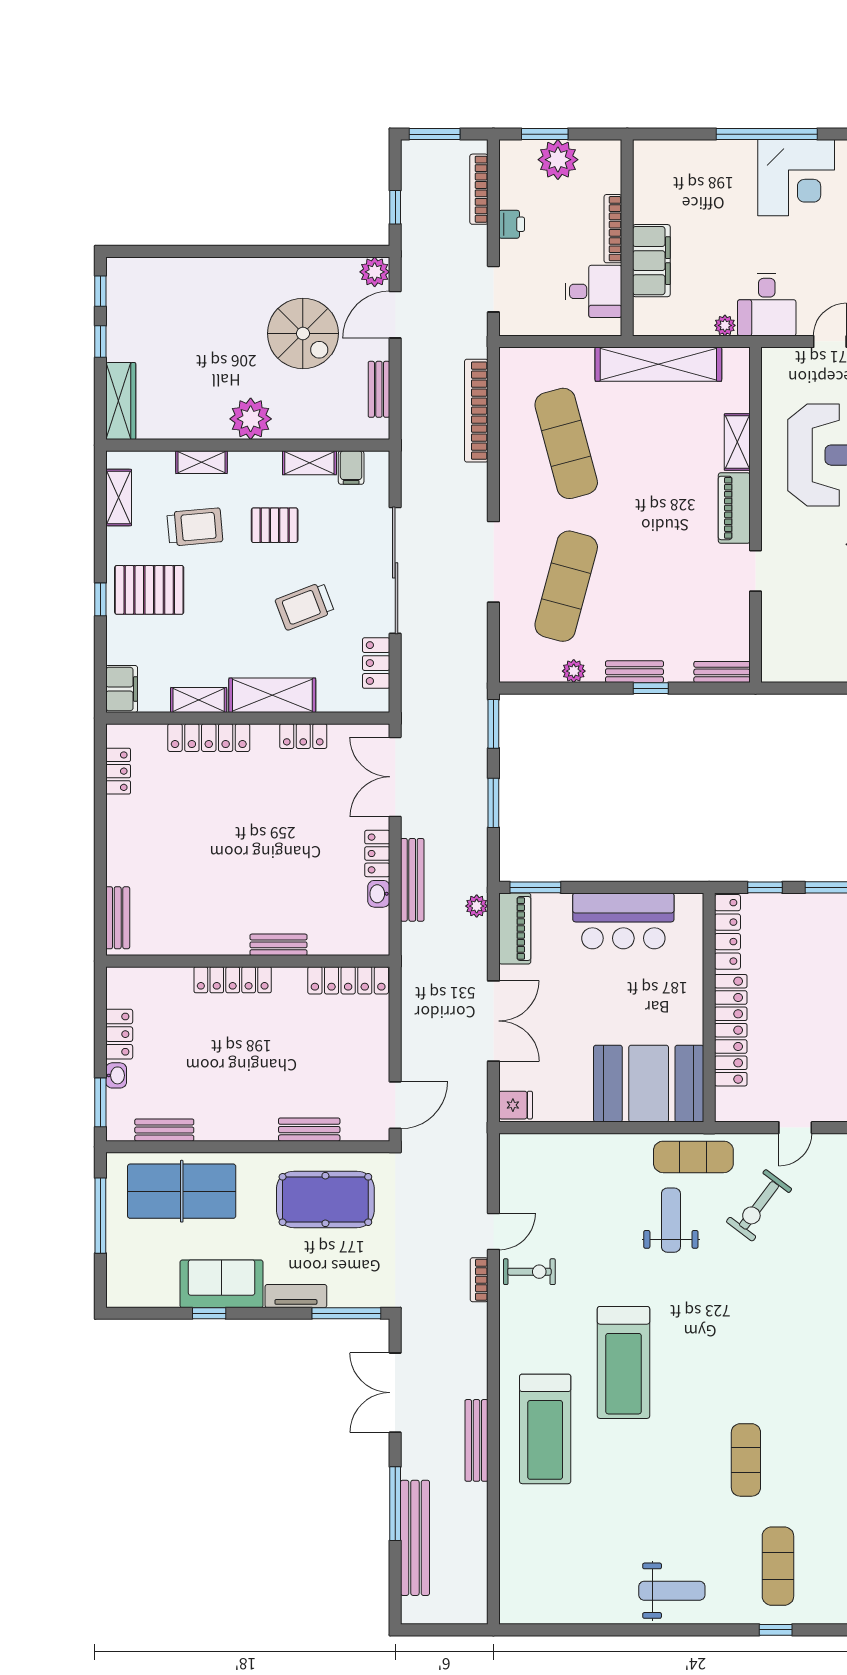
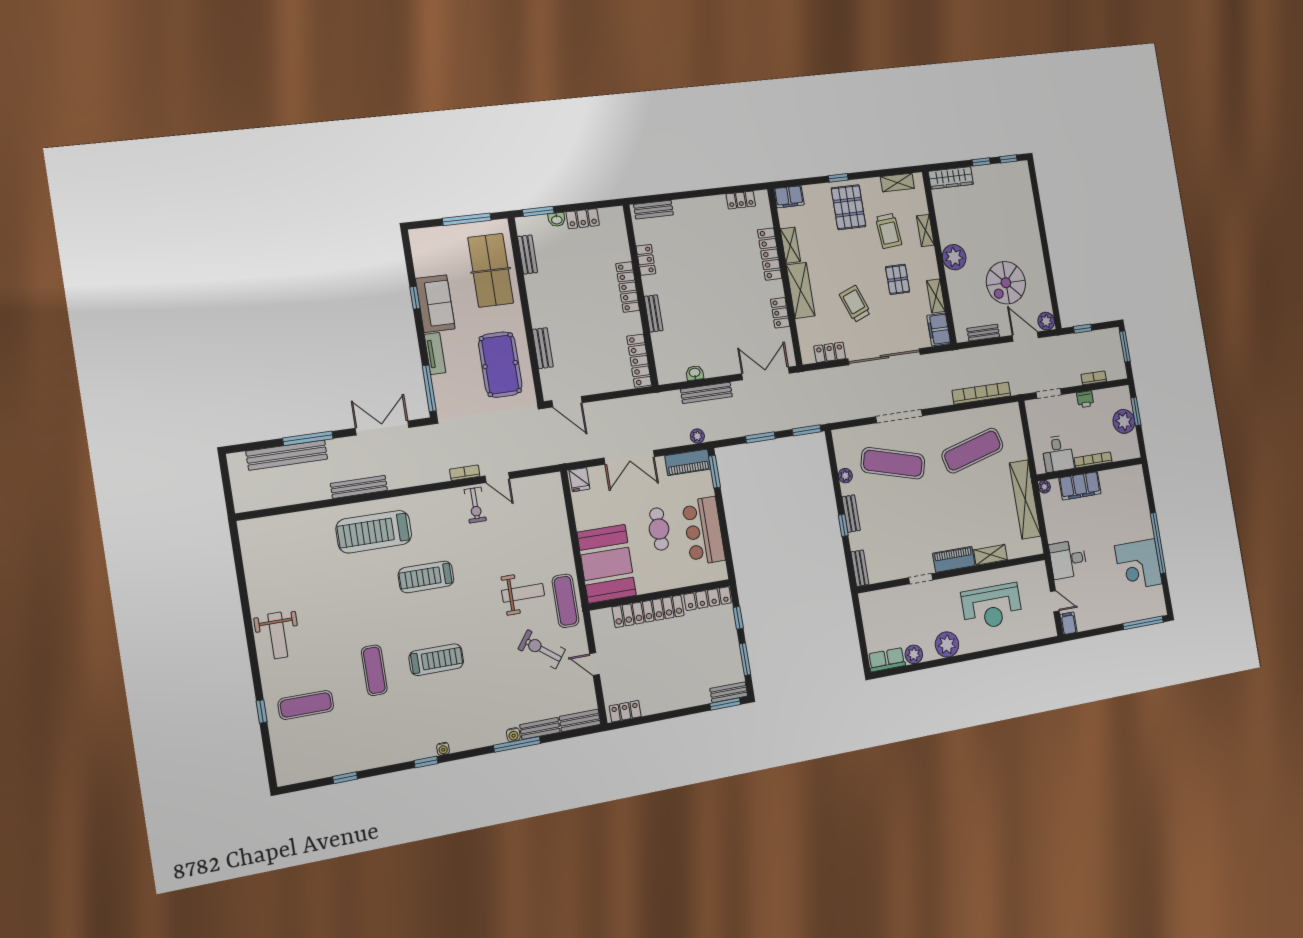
bookcase: (479, 189) -> (1094, 378), width x0.64
plant: (725, 325) -> (1044, 487), moved
filing cabinet: (351, 468) -> (939, 329), width x2.00
locker: (377, 853) -> (646, 260), moved, turned 90
cafe table: (609, 992) -> (659, 529), added
treadmill: (623, 1362) -> (426, 577), width x0.73, depth x0.73
treadmill: (747, 1367) -> (436, 660), added
exercise mat: (746, 1460) -> (374, 670), turned 90

